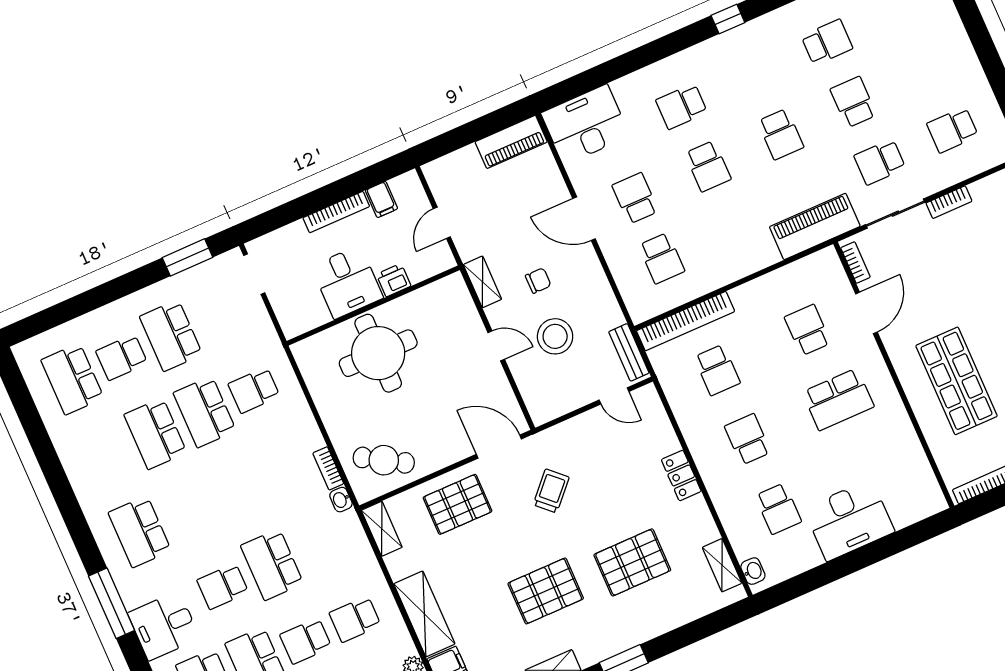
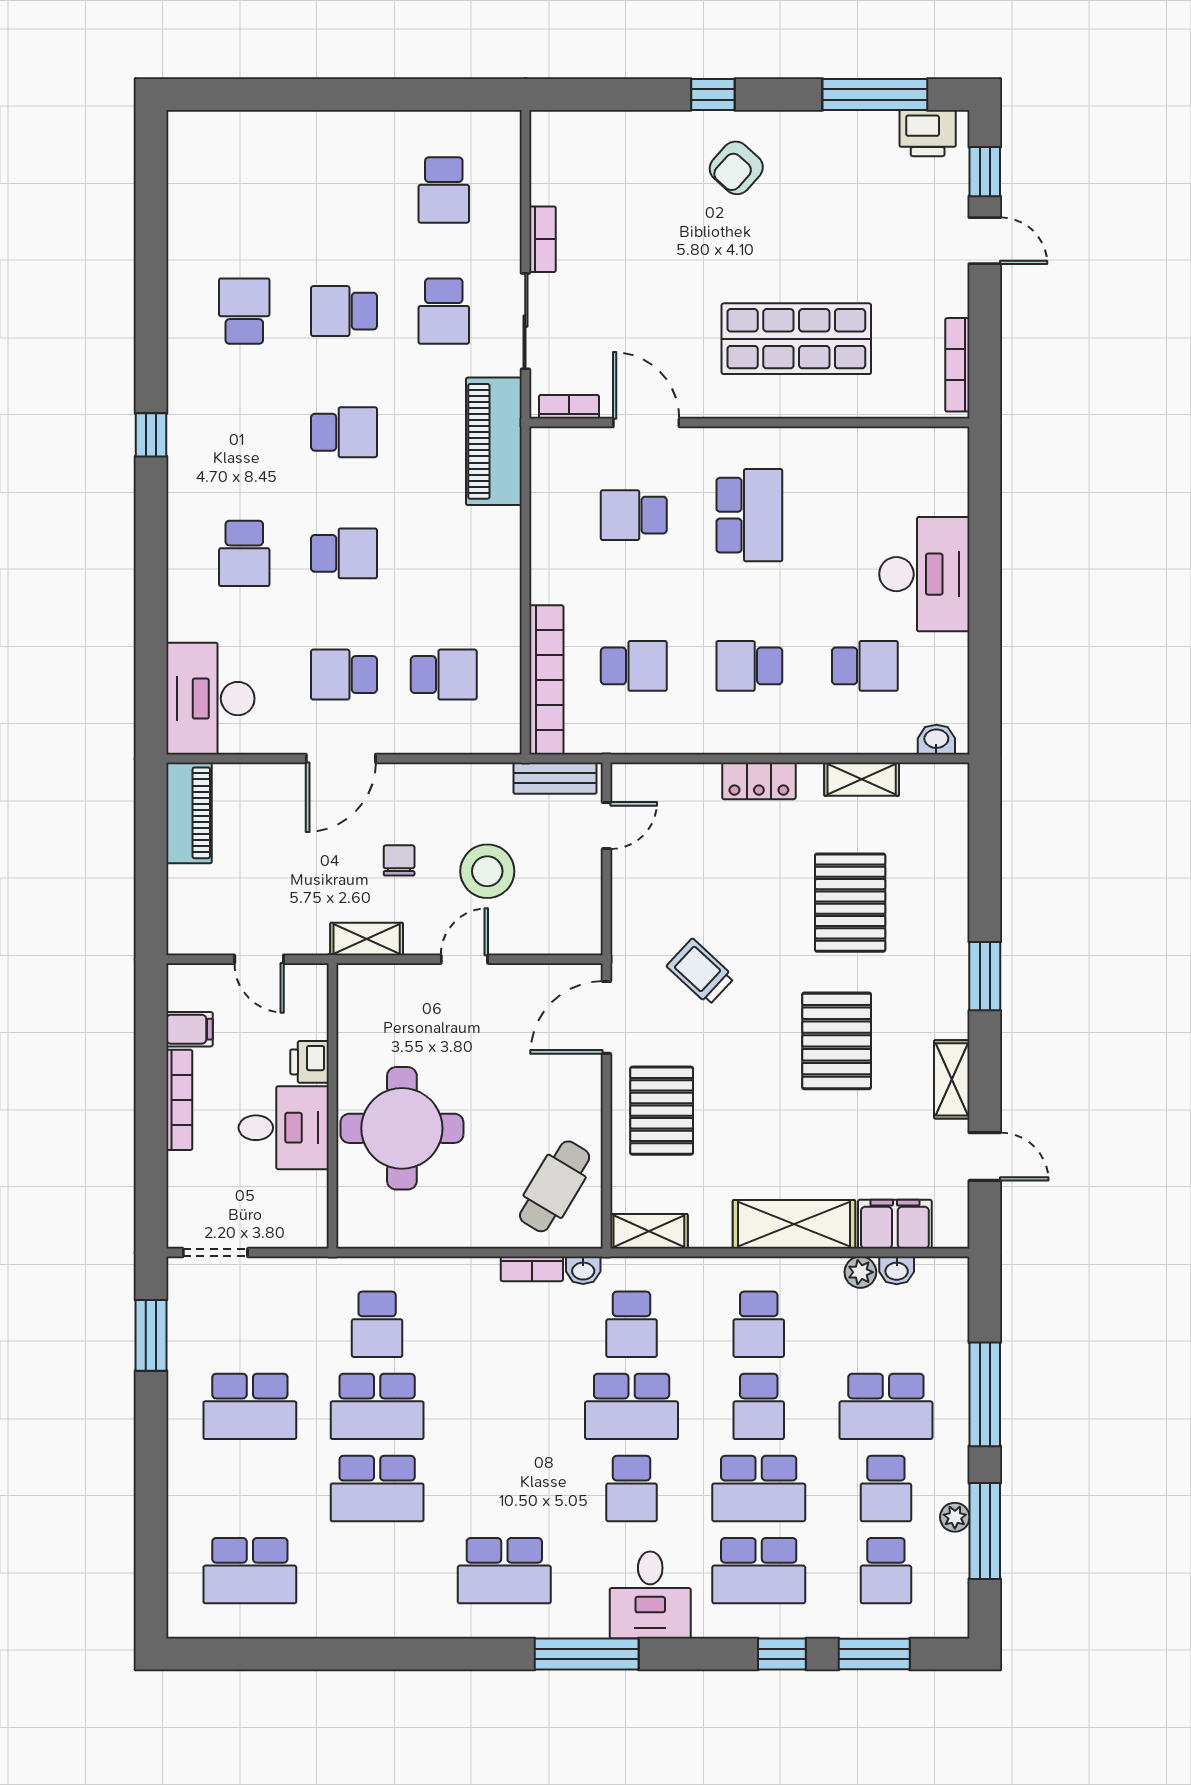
school desk: (122, 357) -> (632, 1324), moved
shelving: (722, 565) -> (862, 779), moved

